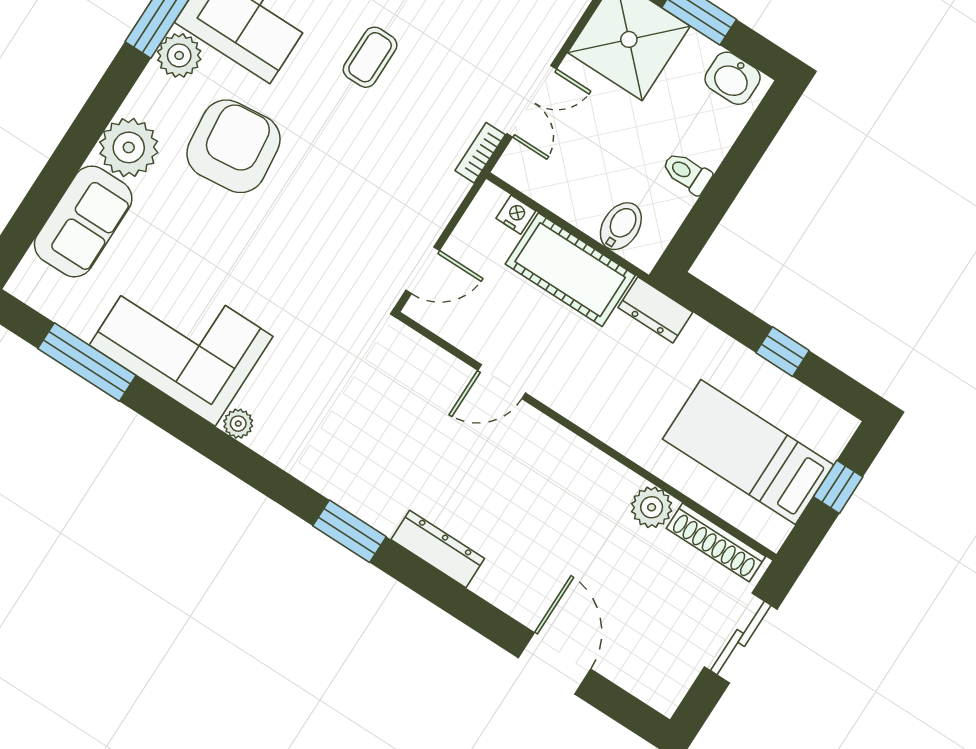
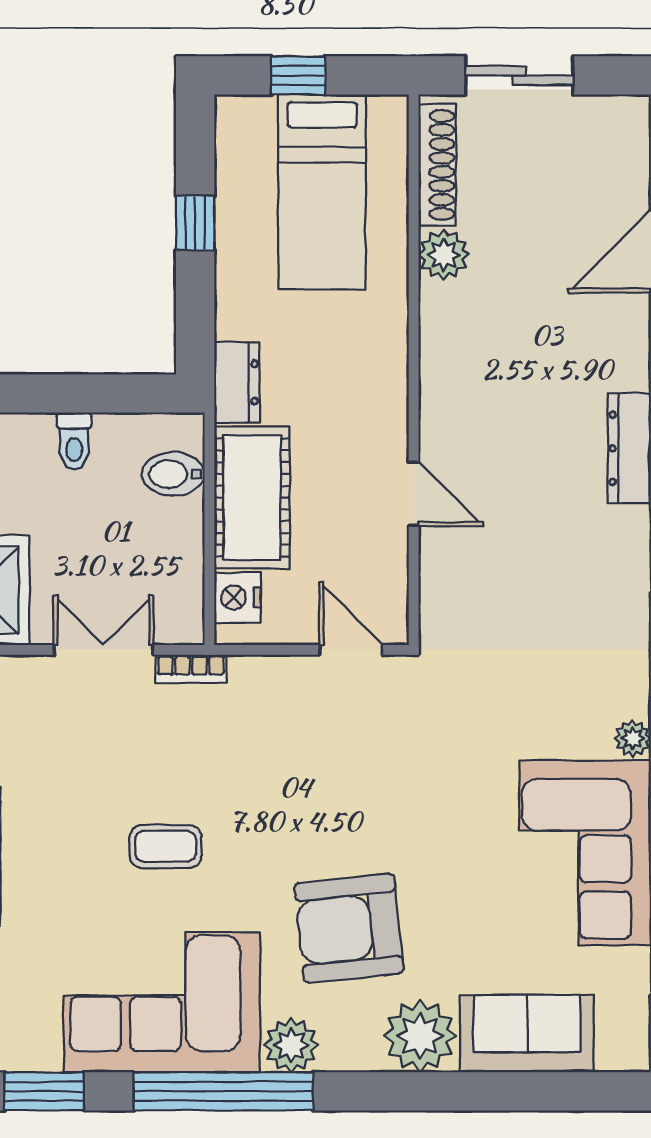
nightstand: (516, 215) -> (237, 597), width x1.39, depth x1.35

